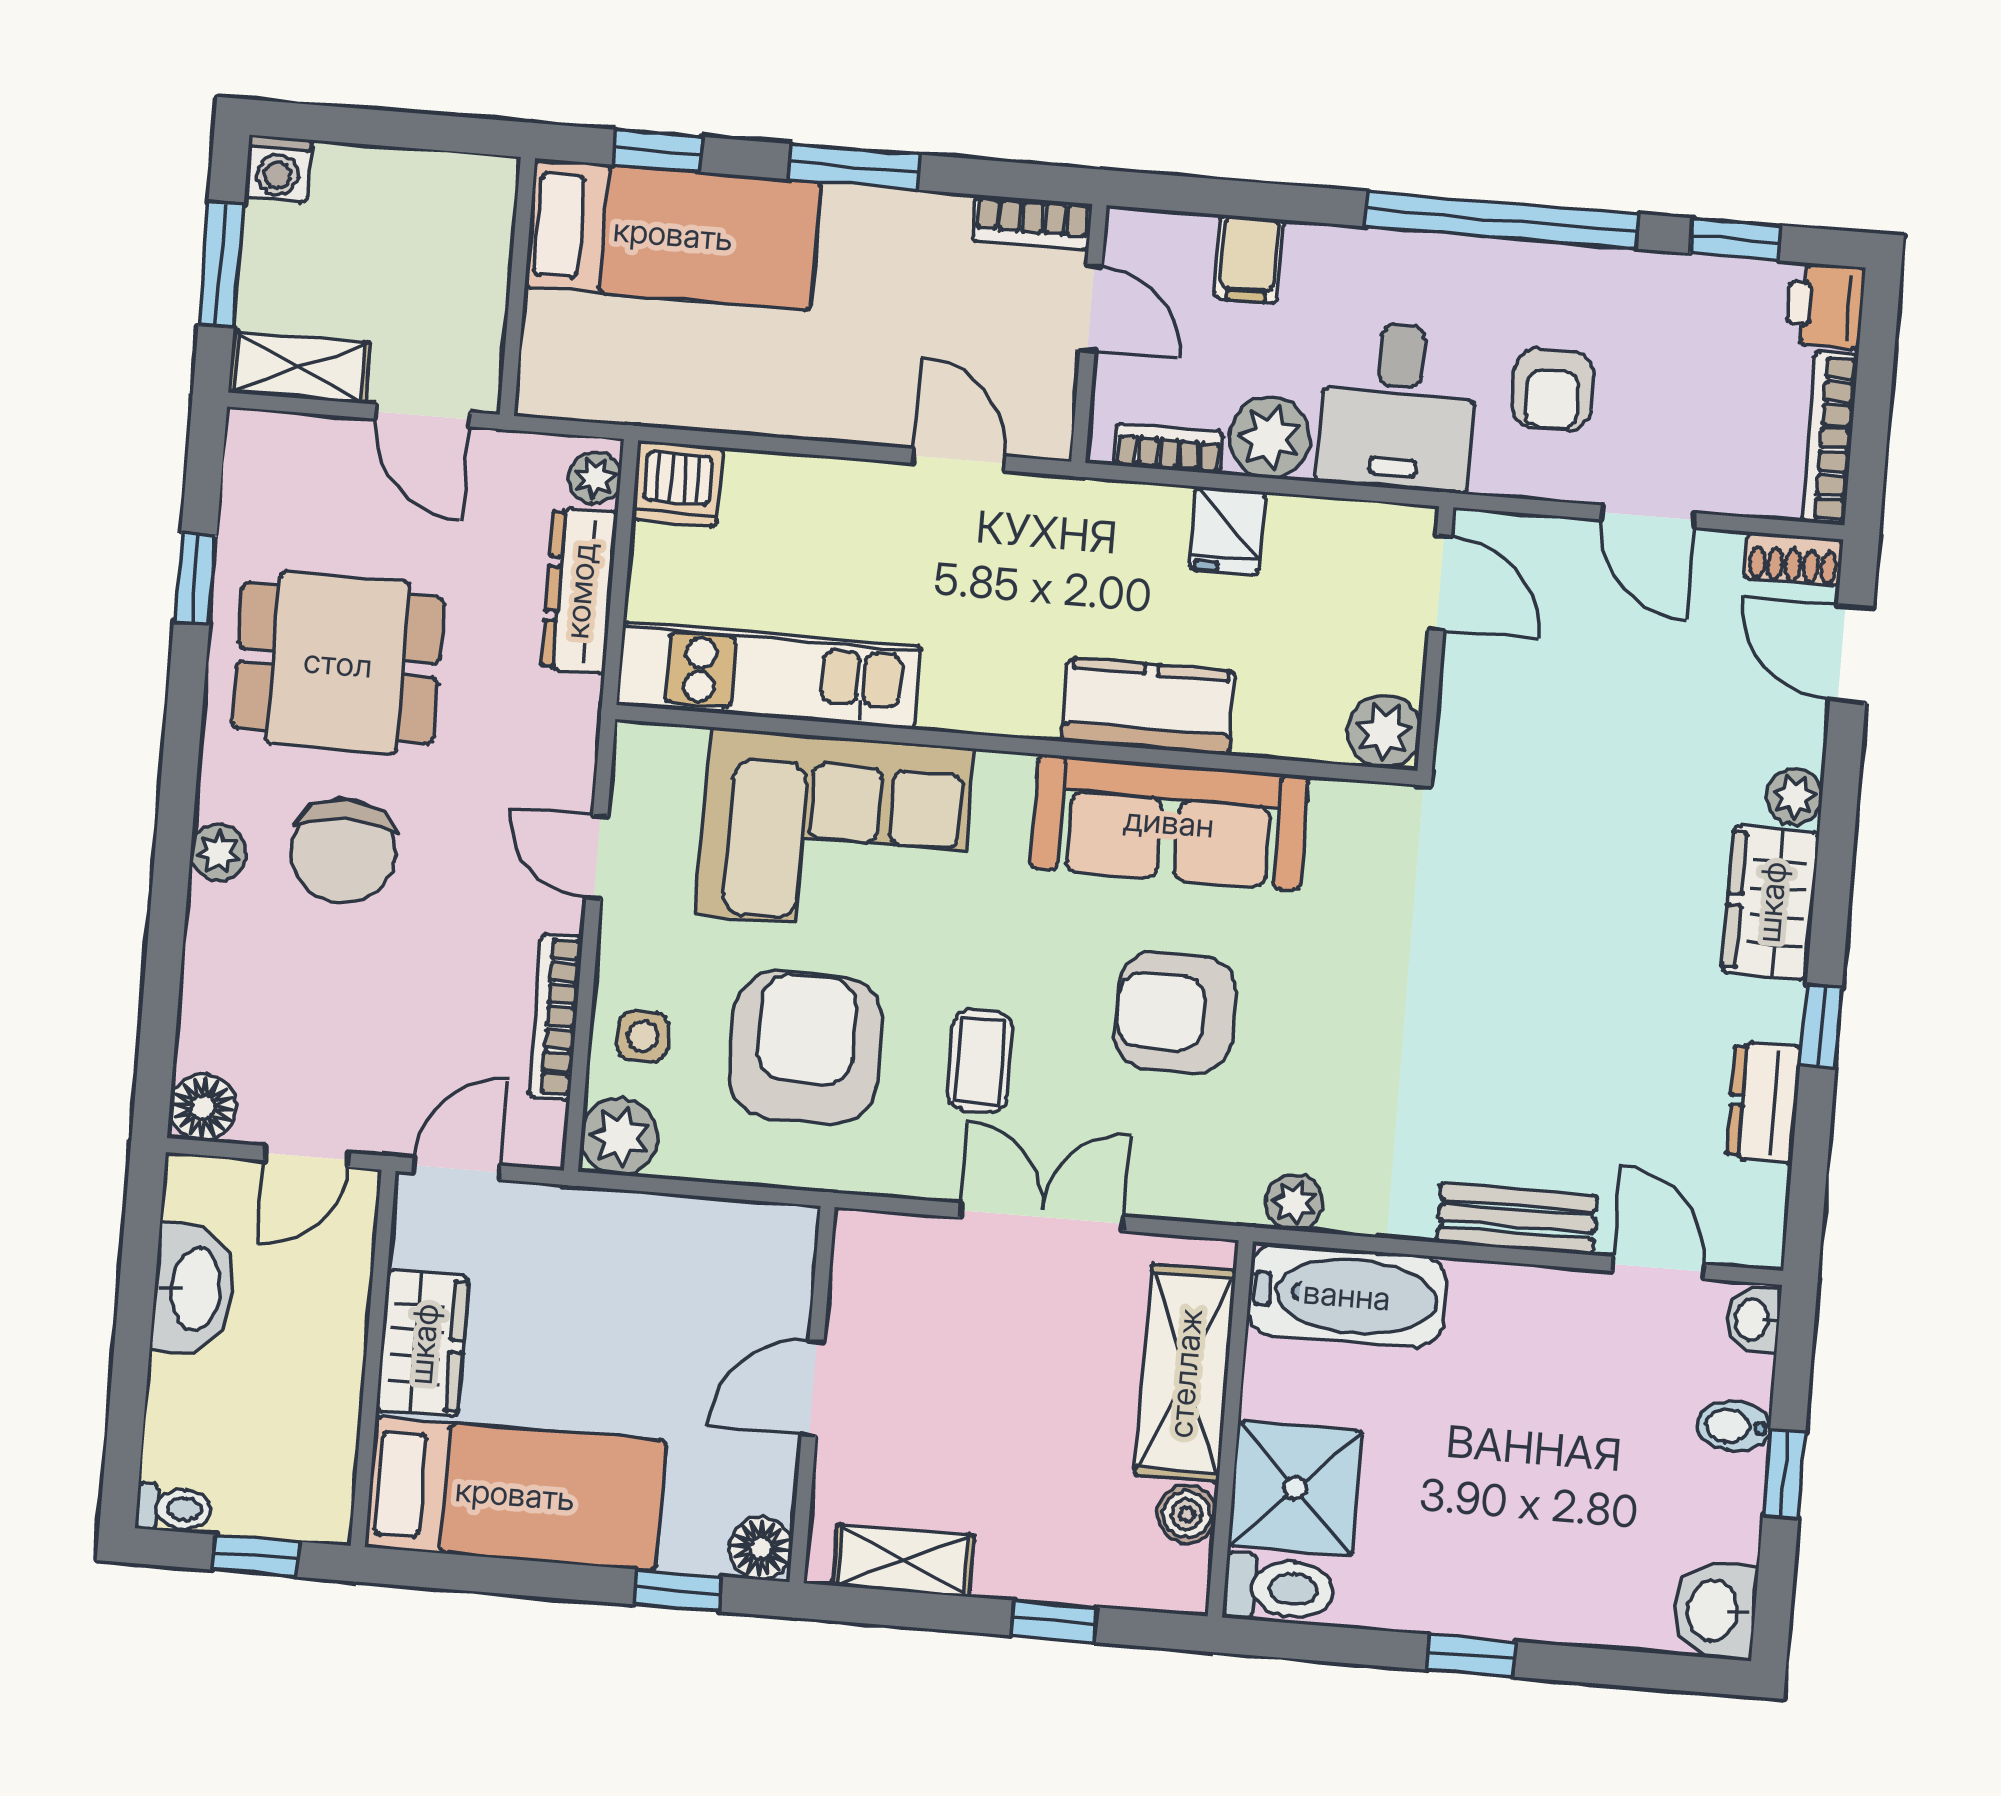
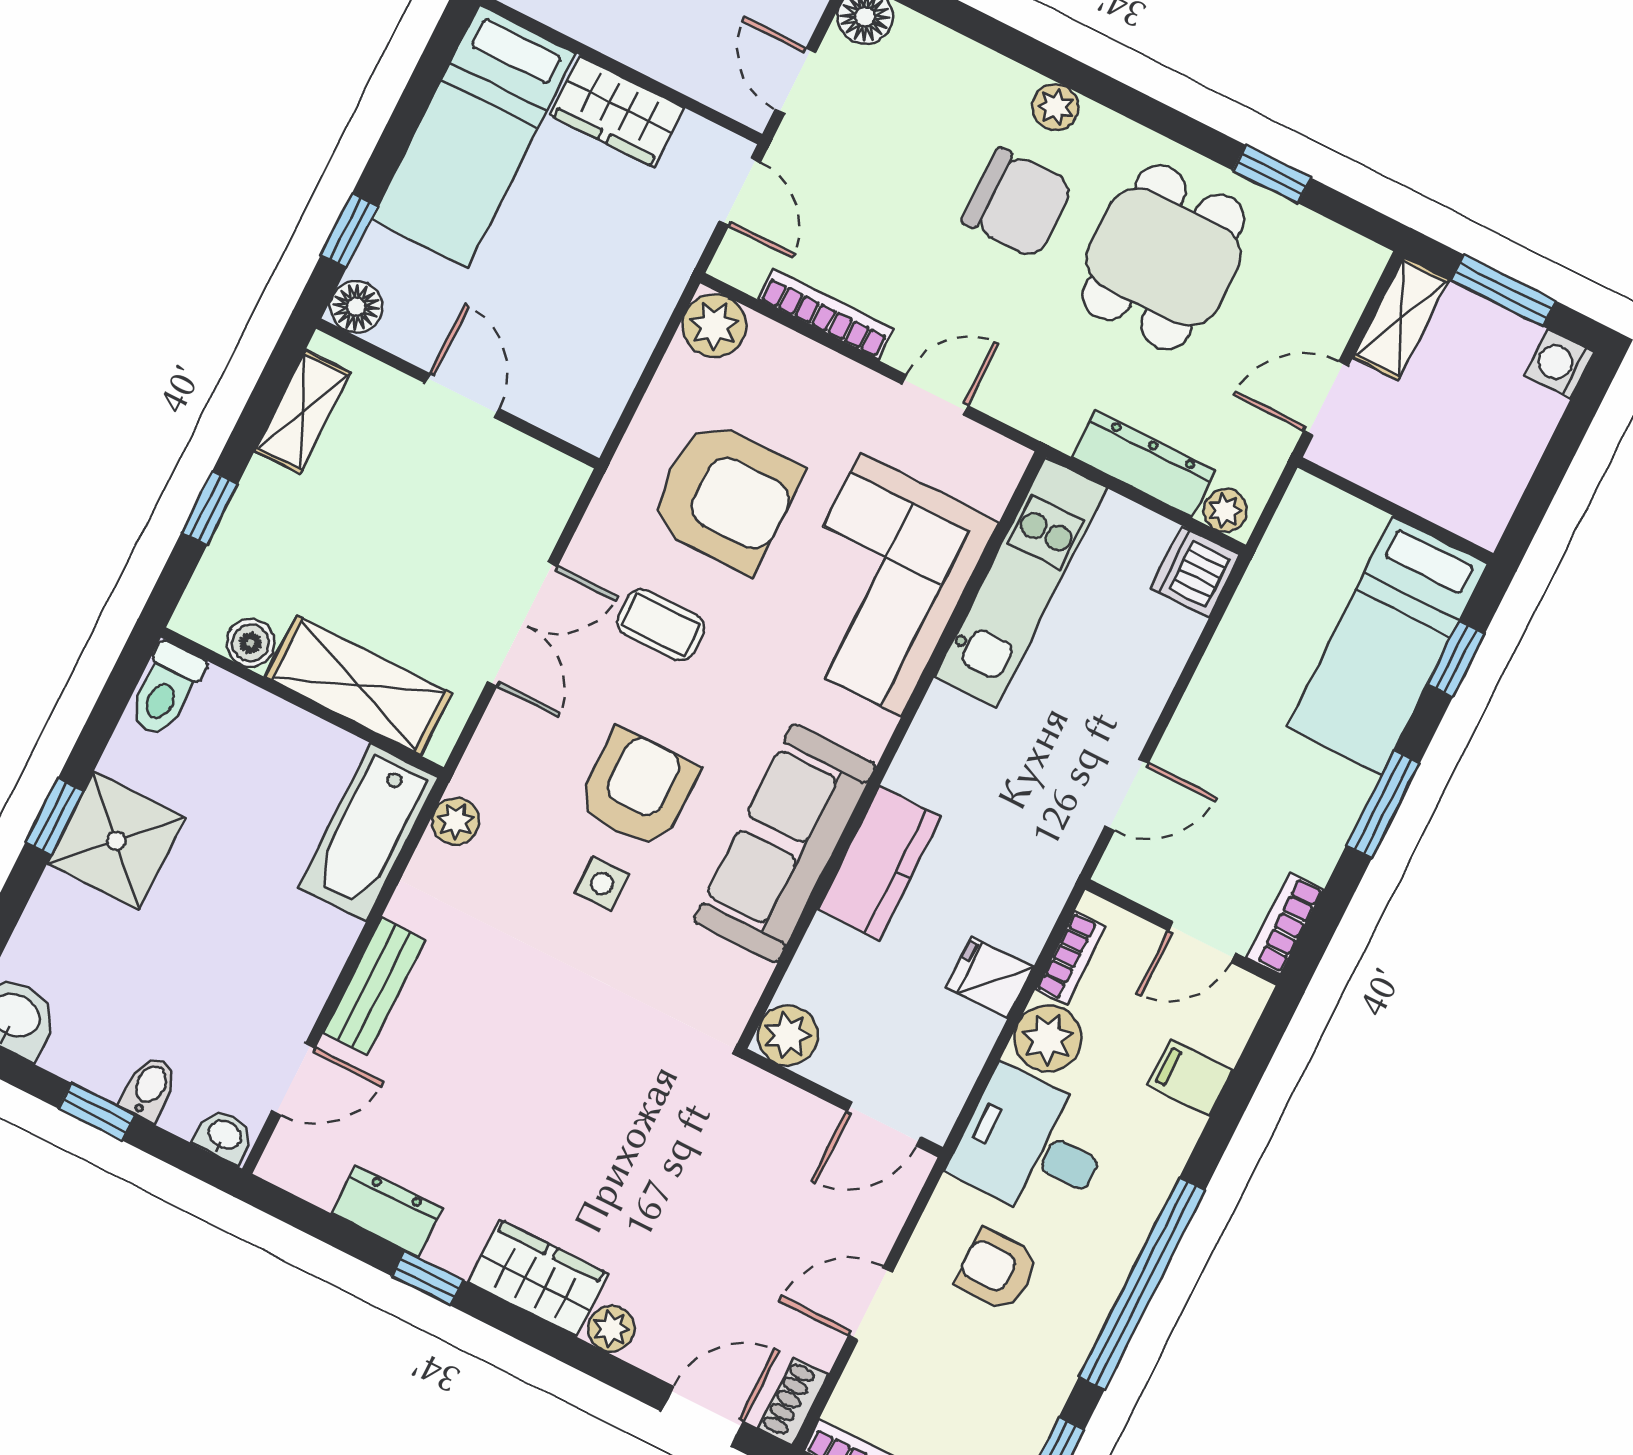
chair: (343, 851) -> (1018, 203), turned 180
side table: (643, 1036) -> (602, 884), moved
shower: (1295, 1488) -> (116, 841), moved

